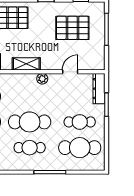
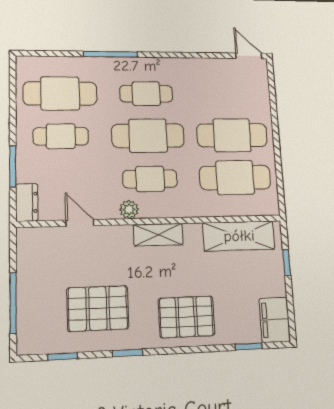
pallet: (72, 28) -> (98, 308), moved
door: (70, 72) -> (80, 223), swing flipped
dresser: (99, 89) -> (27, 202), width x0.70
cafe table: (30, 96) -> (150, 179), added

